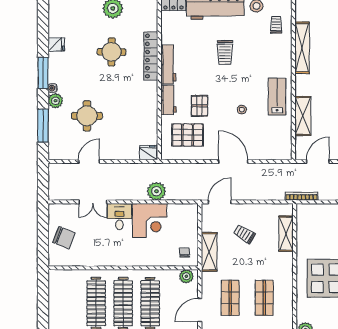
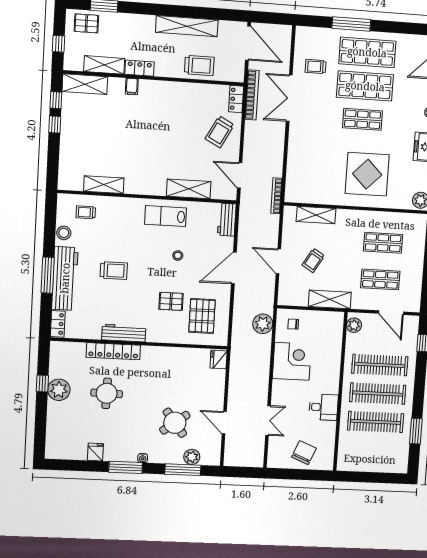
shelving: (302, 48) -> (104, 185), width x0.68
workbench: (168, 100) -> (227, 220), moved, turned -90
plant: (55, 101) -> (192, 457), moved
round table: (87, 116) -> (175, 423), turned -37
plant: (156, 191) -> (263, 324), moved
door: (220, 202) -> (278, 261), moved
desk: (119, 217) -> (323, 407), moved, turned 180
chair: (184, 252) -> (293, 324), moved

